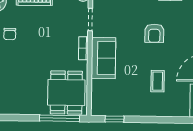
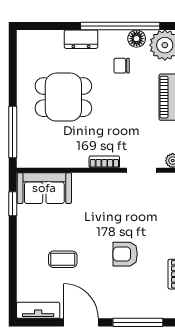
sofa: (103, 58) -> (44, 188), moved
dining table: (66, 92) -> (63, 97), moved

